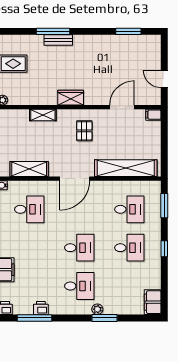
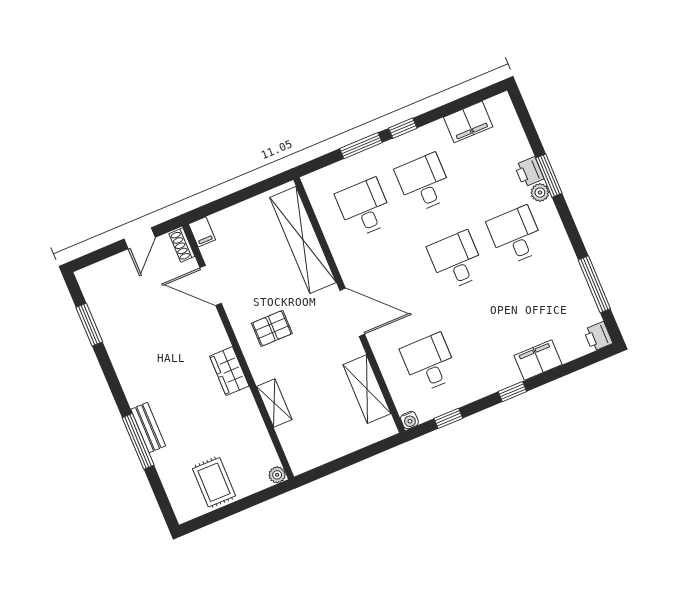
shoe rack: (151, 101) -> (182, 245), added
window: (164, 206) -> (361, 146), moved
filing cabinet: (153, 302) -> (468, 122), moved
printer: (41, 308) -> (529, 172), moved

